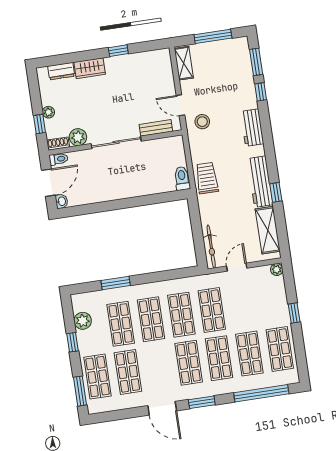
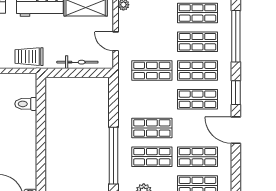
toilet: (182, 178) -> (26, 104), moved
bicycle: (211, 246) -> (77, 62), moved
window: (116, 283) -> (113, 156), width x2.11
shop shelf: (181, 315) -> (152, 99), removed
door: (162, 408) -> (236, 130), swing flipped

